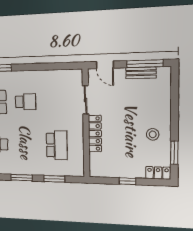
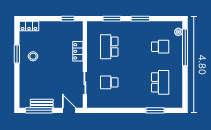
school desk: (25, 102) -> (109, 82), moved
locker: (95, 133) -> (78, 51), width x0.66
window: (174, 153) -> (17, 54), moved
window: (128, 181) -> (68, 19), moved

